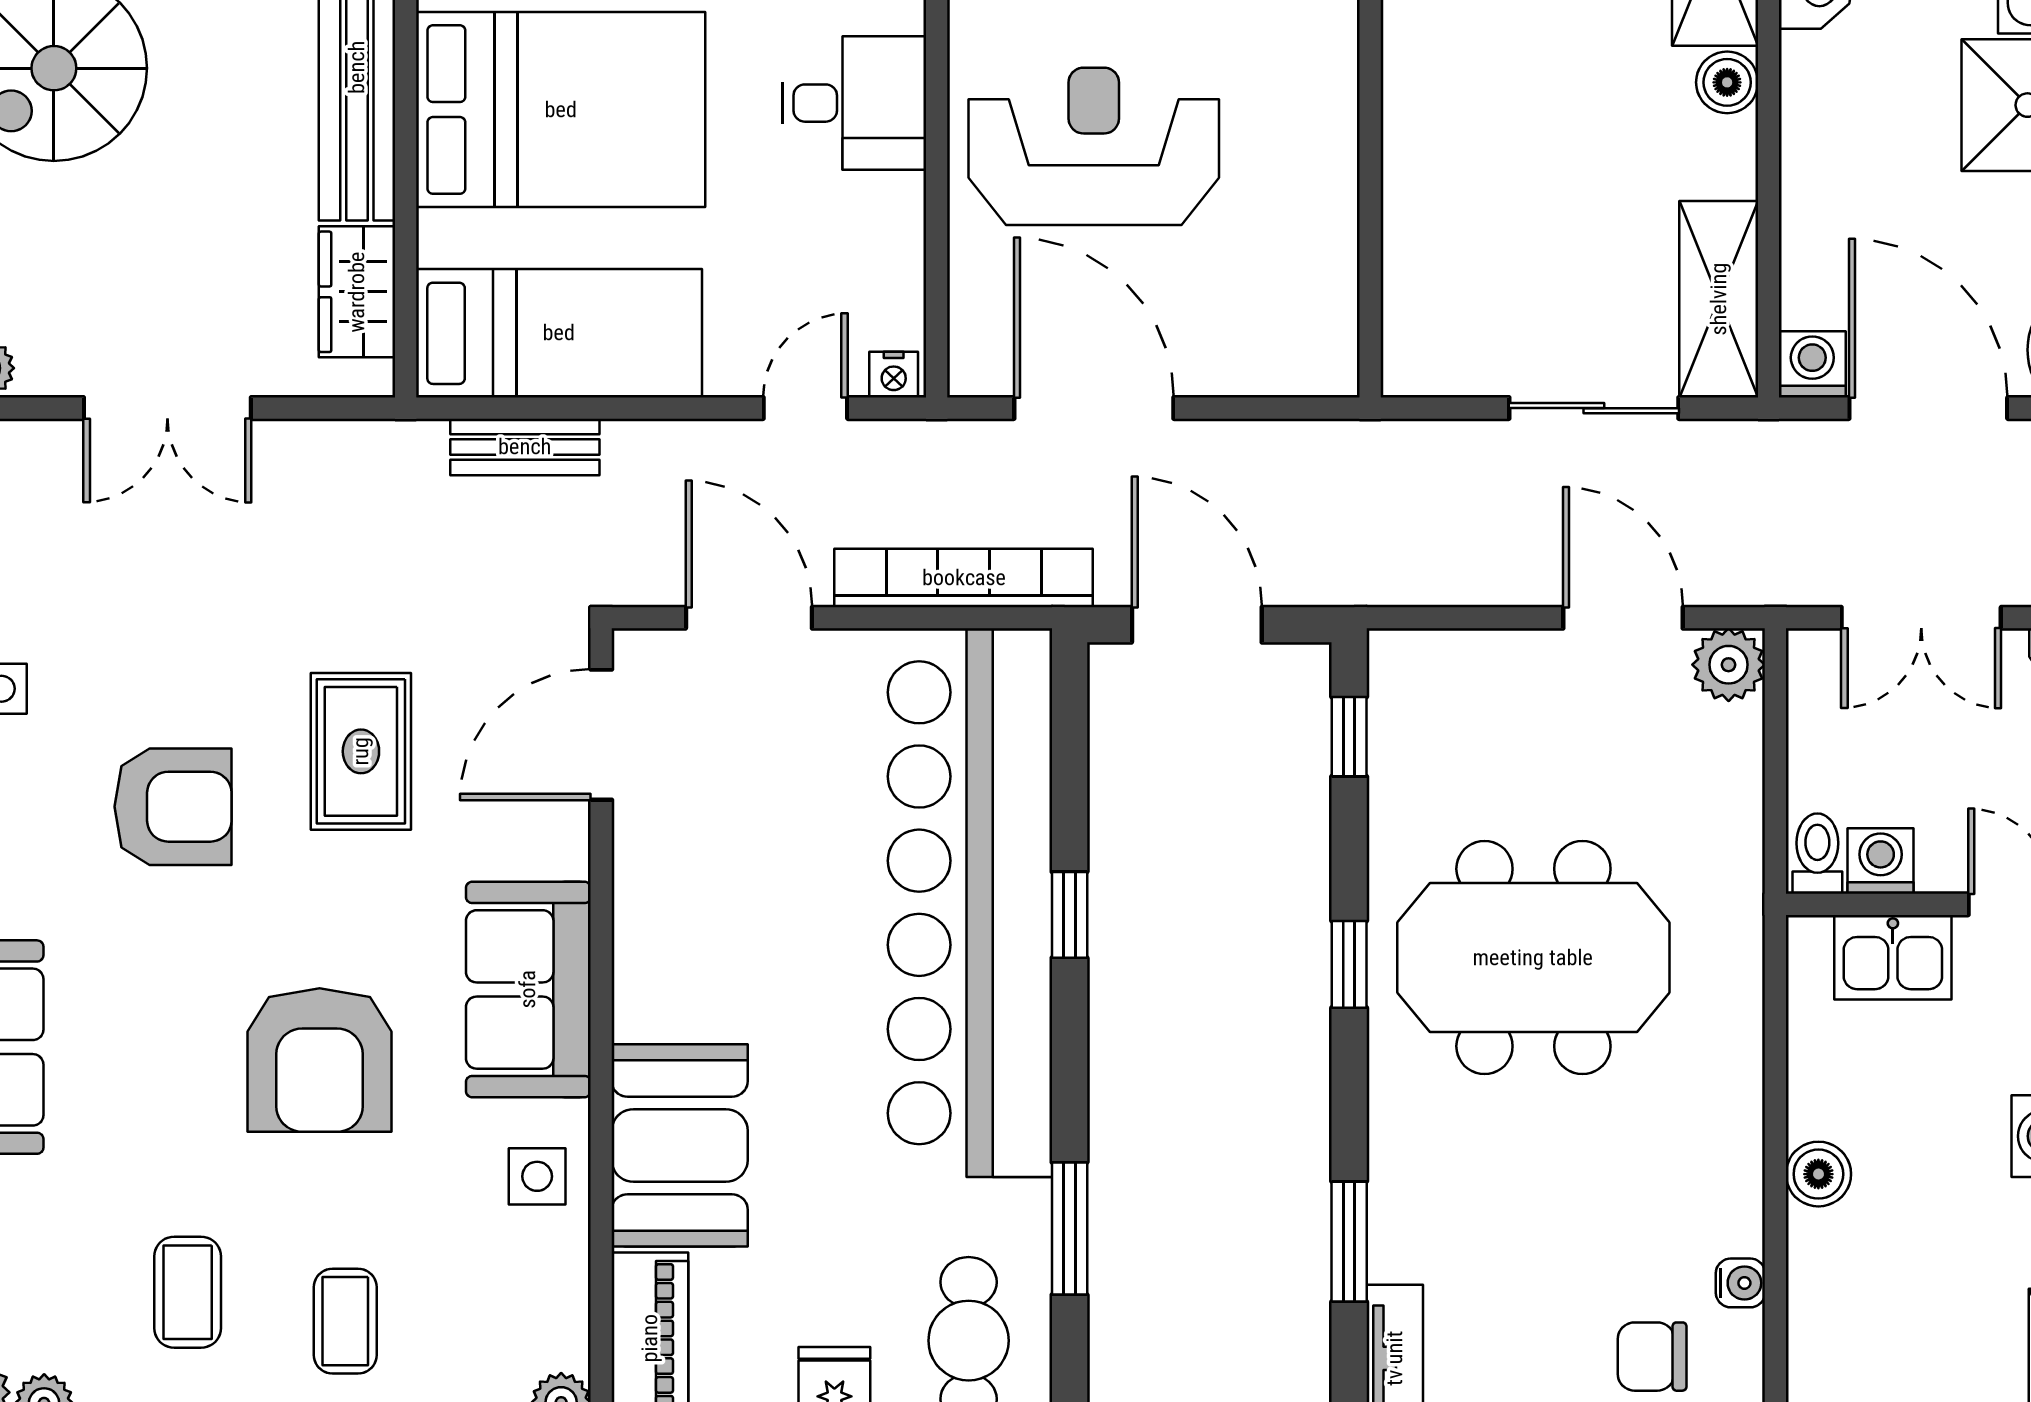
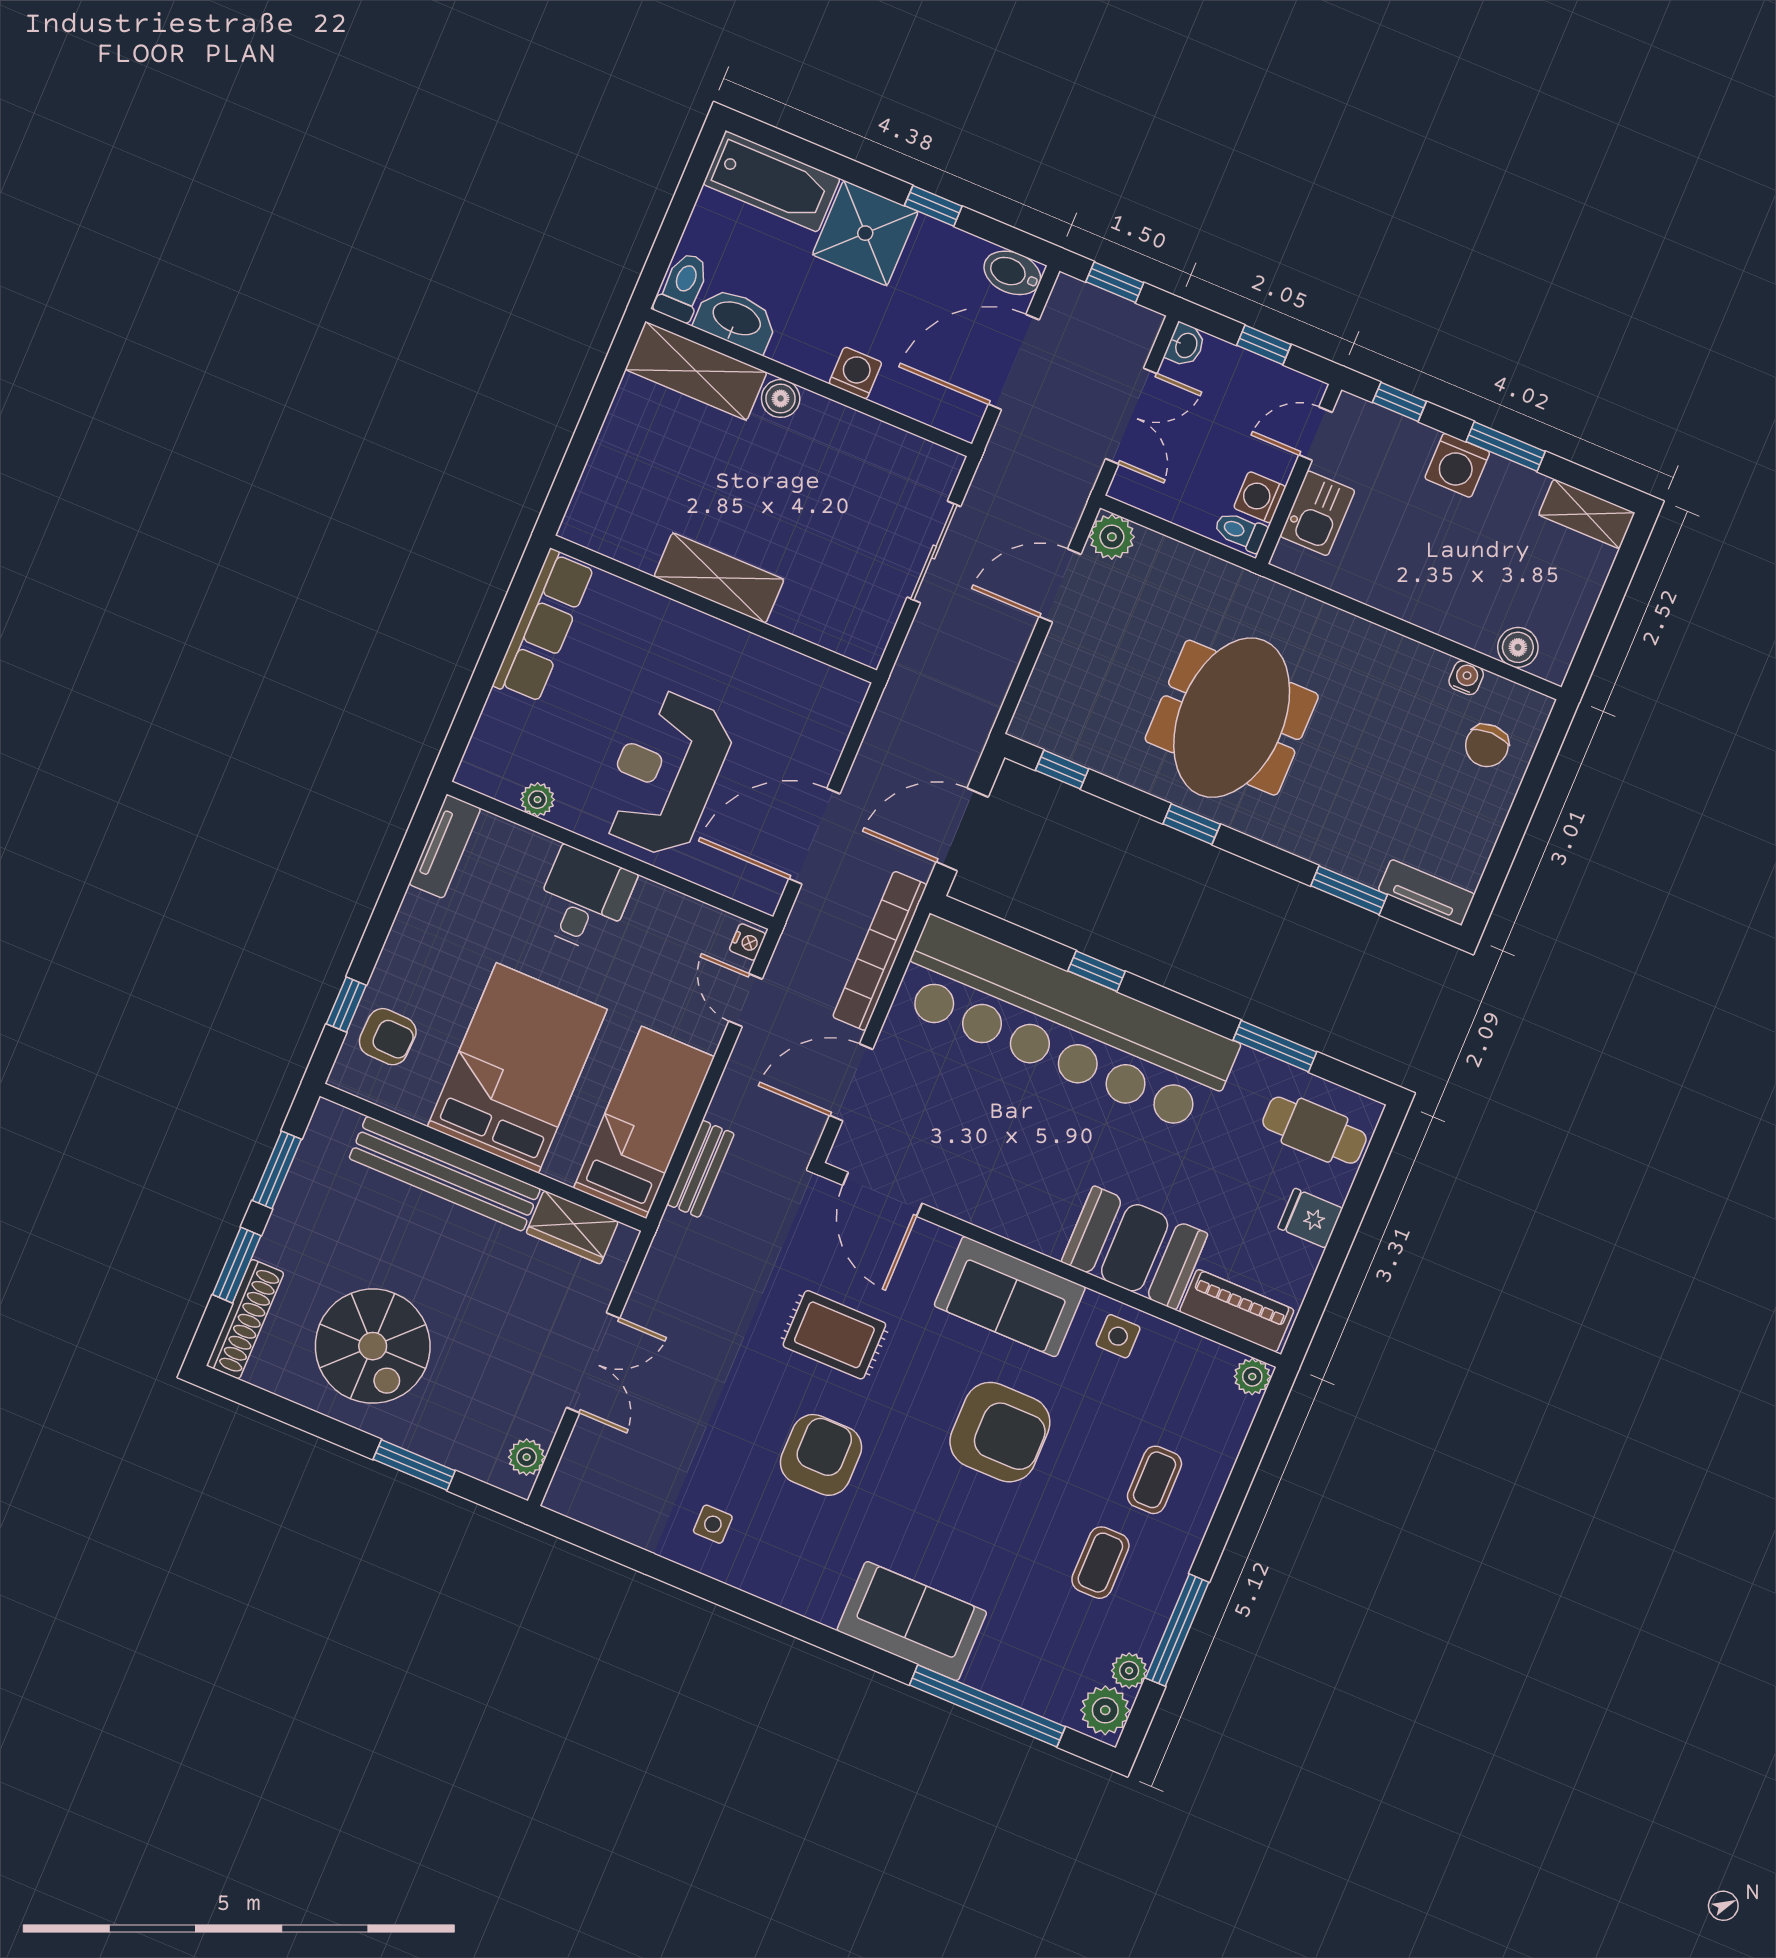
shelving: (1719, 299) -> (719, 578), moved
washing machine: (1812, 364) -> (855, 373), moved, turned 90
boiler: (1818, 1174) -> (1518, 647), moved
coffee table: (188, 1292) -> (1100, 1563), turned 90
coffee table: (345, 1321) -> (1154, 1480), turned 90

